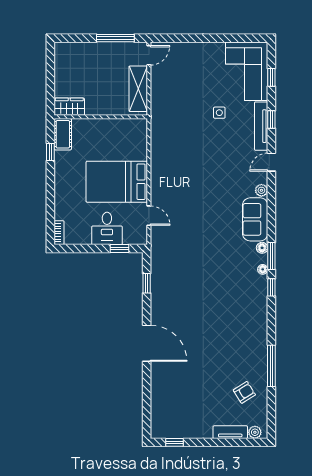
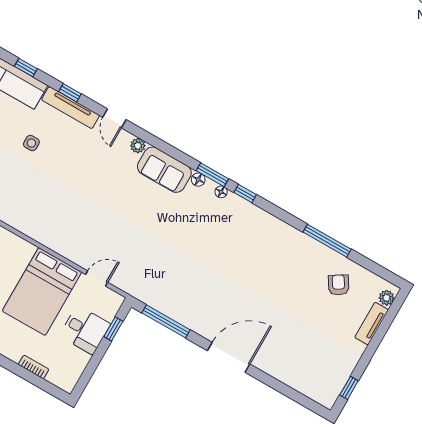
bookcase: (59, 233) -> (34, 367), moved
window: (147, 283) -> (166, 321), width x2.17

